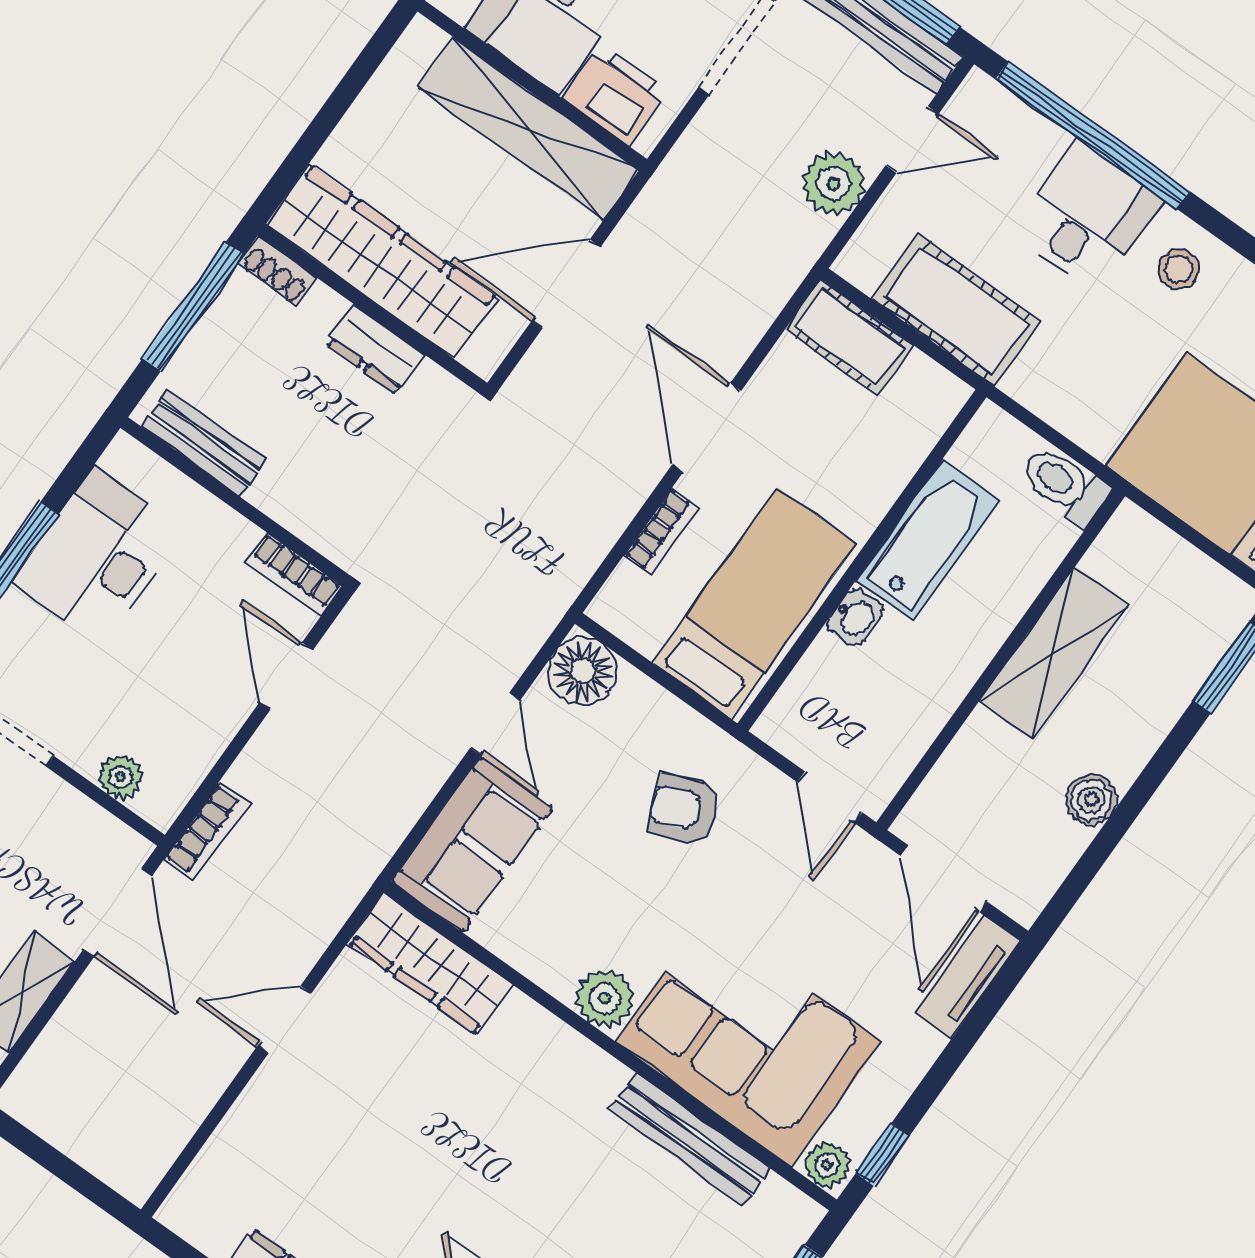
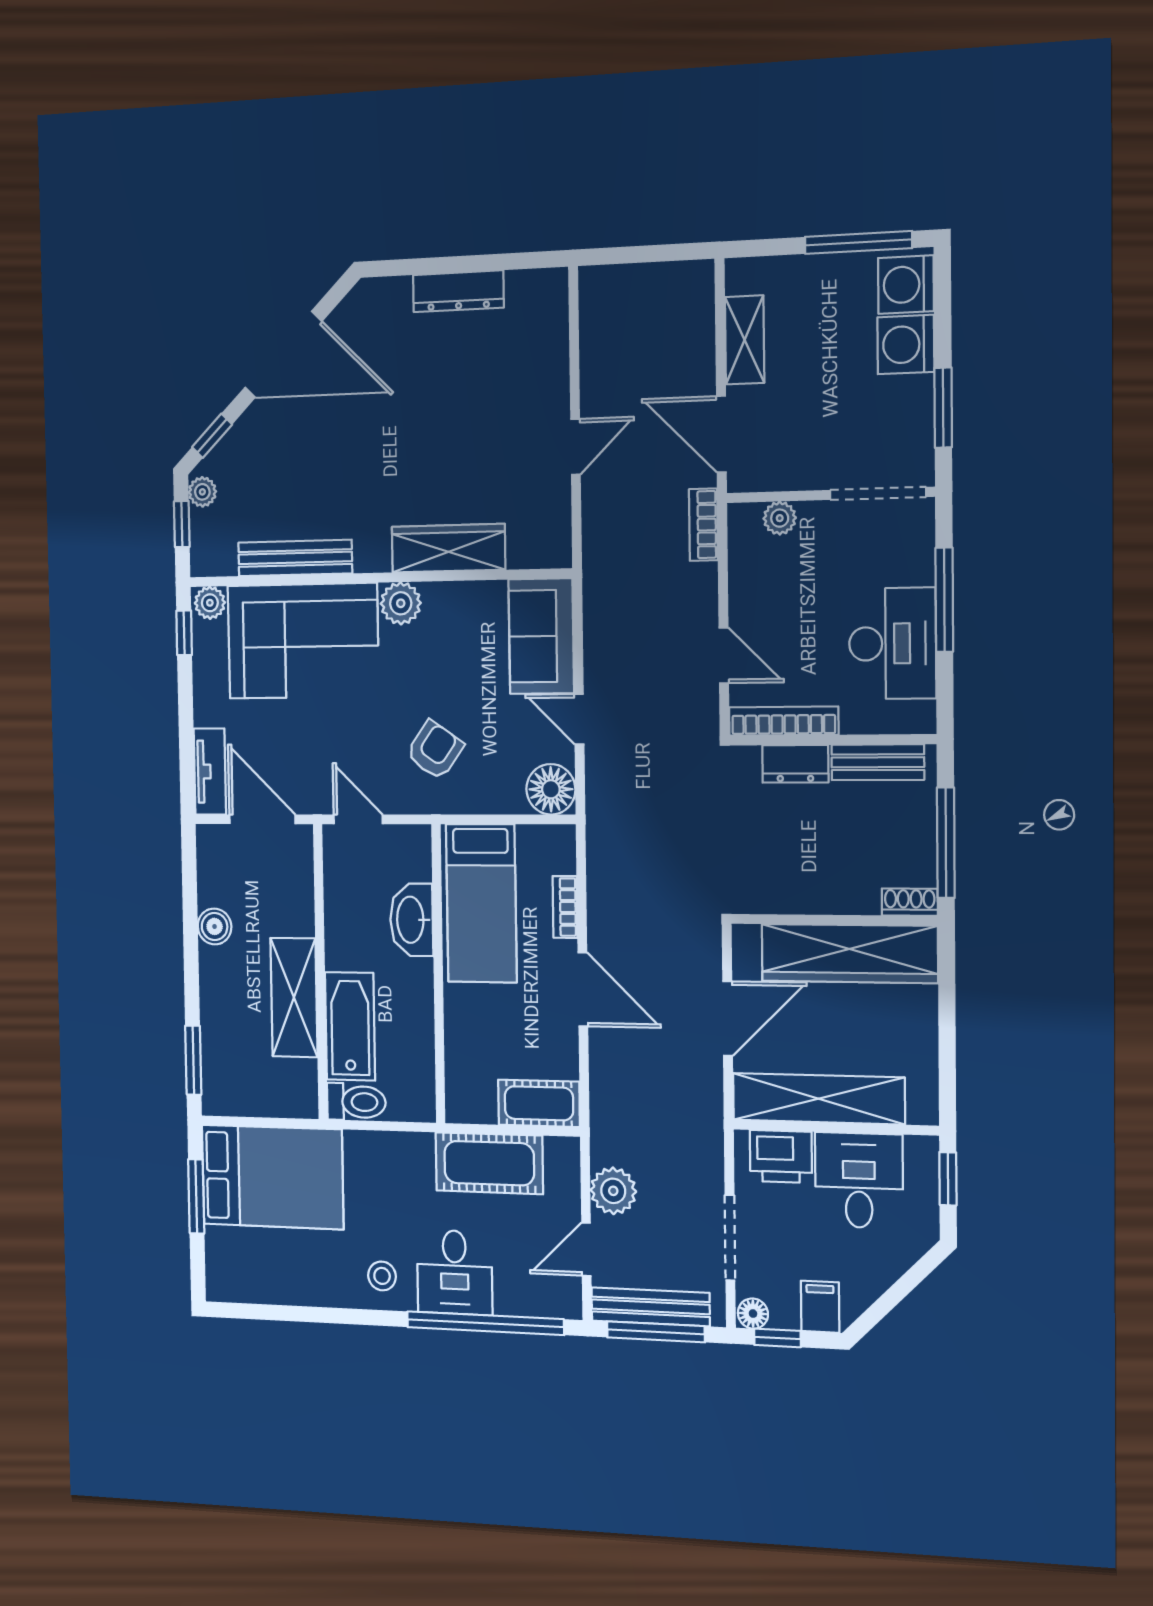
dresser: (375, 349) -> (795, 764), moved, turned 180
bathtub: (928, 540) -> (350, 1026), moved, turned 180
bookcase: (294, 574) -> (784, 721), width x1.56
washbasin: (855, 617) -> (412, 920), width x1.91, depth x1.45
armchair: (684, 809) -> (435, 750), turned -33
wardrobe: (430, 964) -> (448, 548), moved

